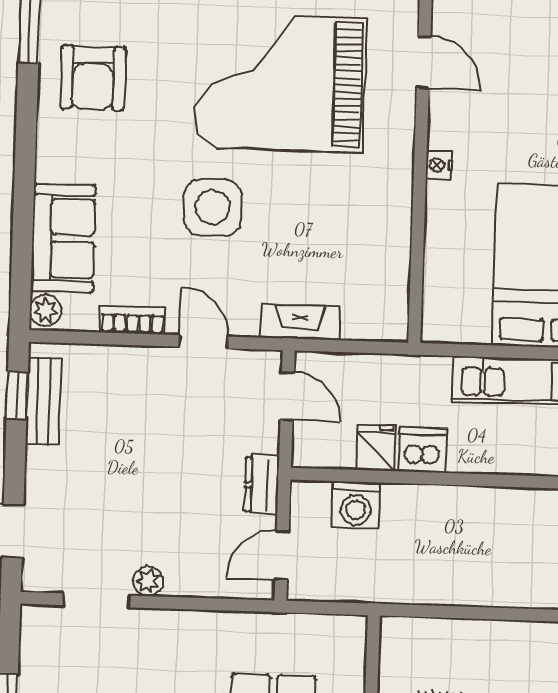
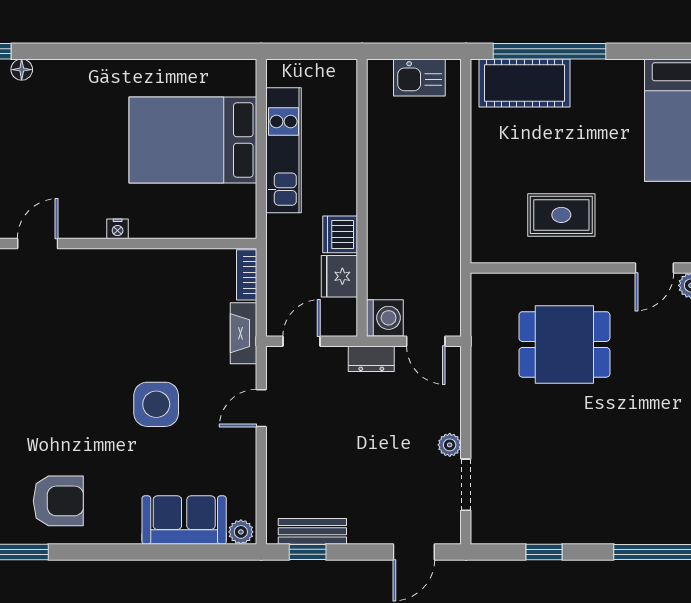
grand piano: (280, 83) -> (57, 355), removed
bookcase: (133, 321) -> (247, 275), moved
fridge: (376, 448) -> (339, 276), width x1.38
washing machine: (356, 505) -> (385, 318), moved

